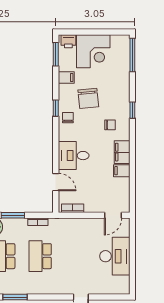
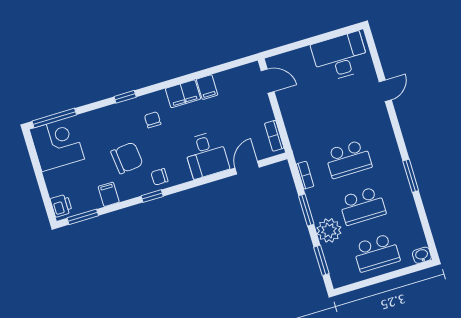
corner desk: (93, 51) -> (57, 144), moved
desk: (115, 256) -> (340, 57), moved

